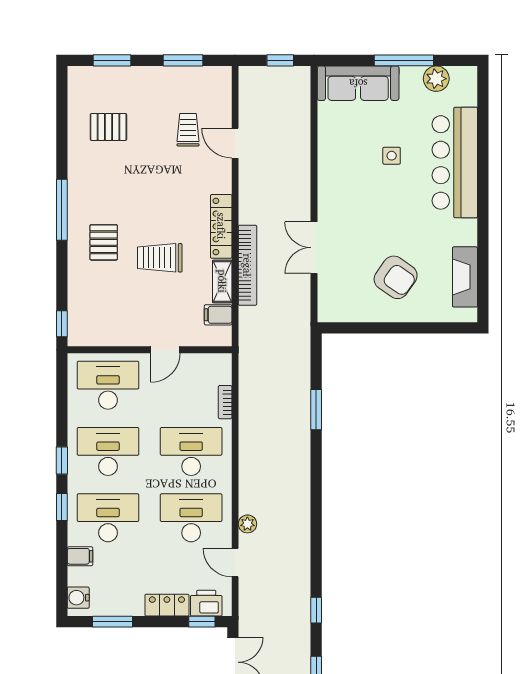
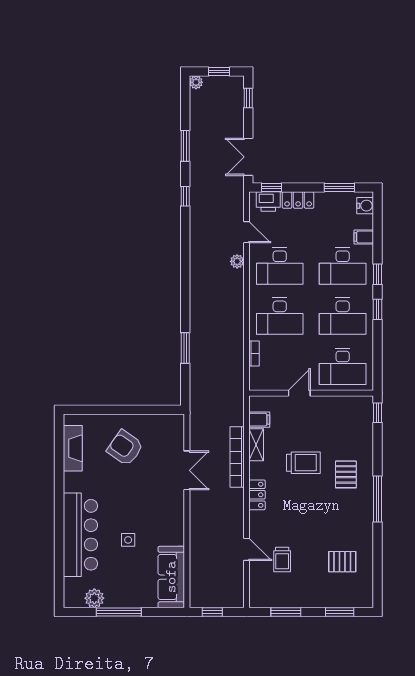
sofa: (358, 83) -> (171, 577), moved, turned -90
locker: (221, 226) -> (257, 495), width x0.66

